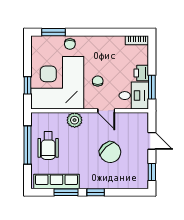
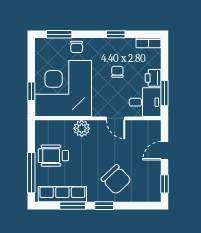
window: (106, 32) -> (116, 34), added
chair: (98, 81) -> (117, 72), moved
door: (152, 141) -> (164, 151), swing flipped
window: (27, 145) -> (31, 173), moved
wheelchair: (48, 146) -> (53, 156), turned 90
chair: (110, 152) -> (116, 180), moved

